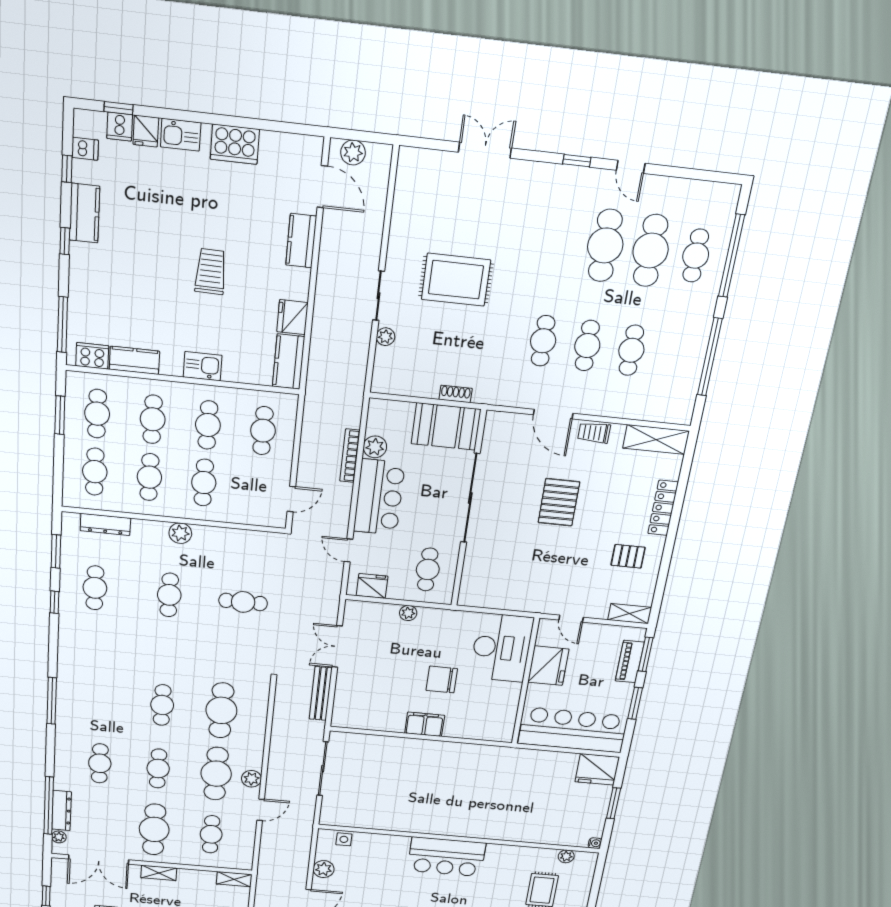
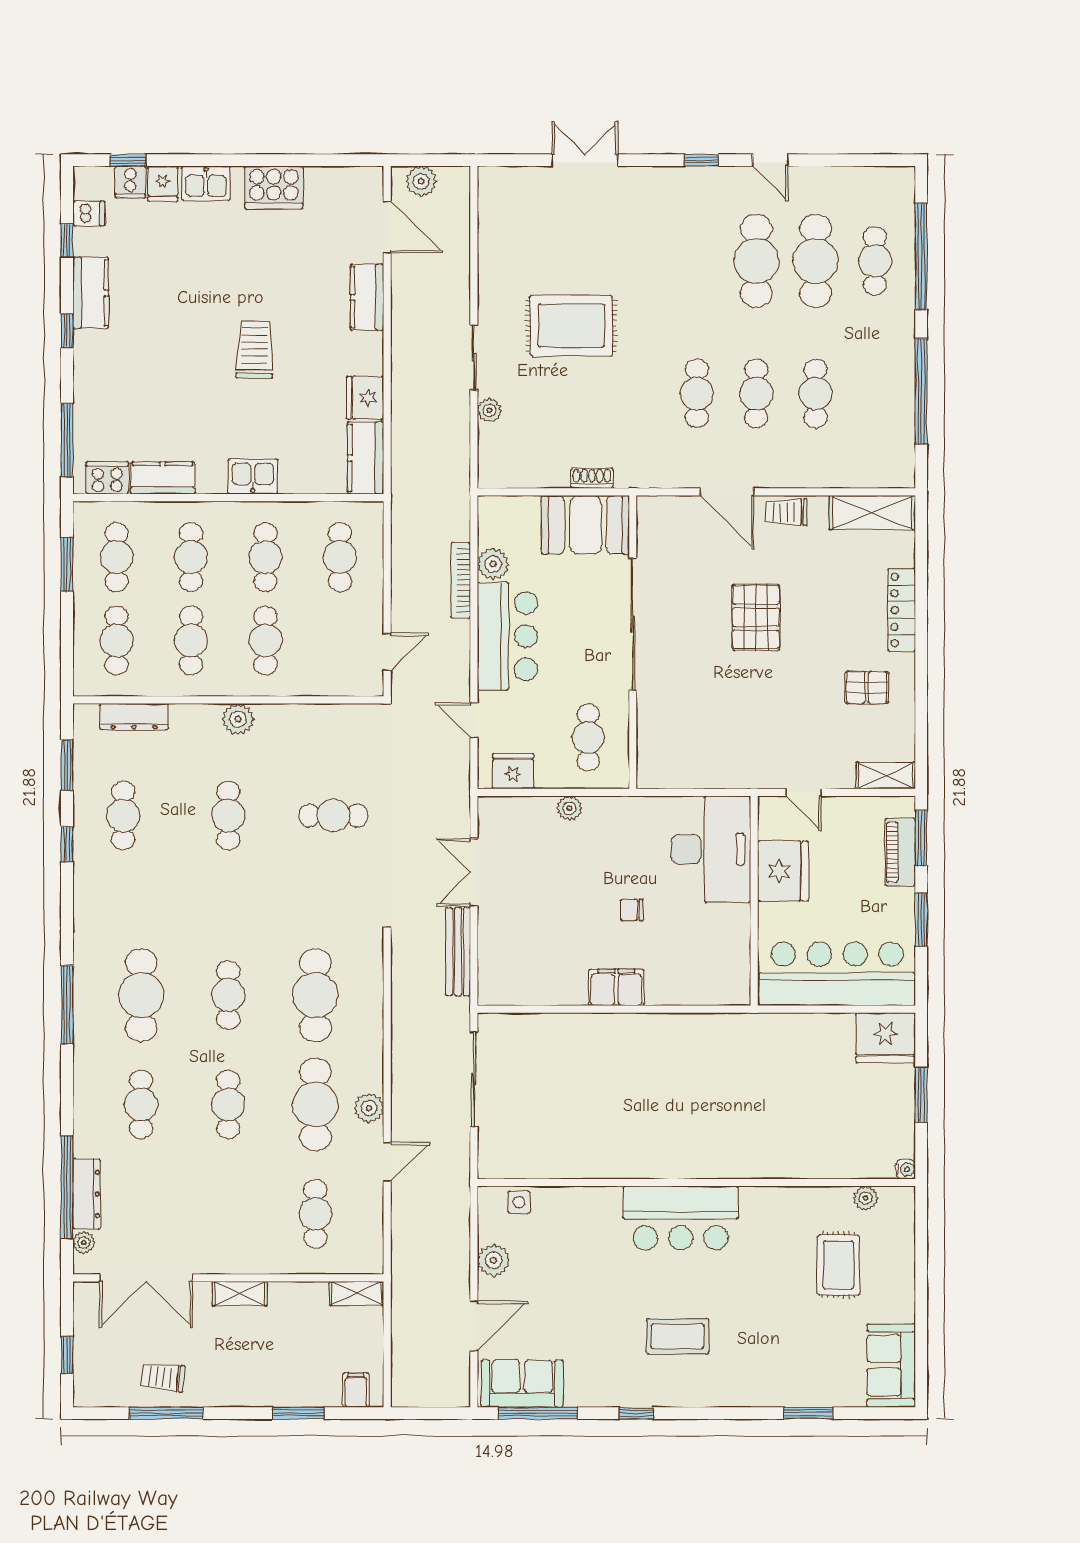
chair: (442, 680) -> (632, 910), width x0.54, depth x0.54
cafe table: (154, 829) -> (141, 995), moved

